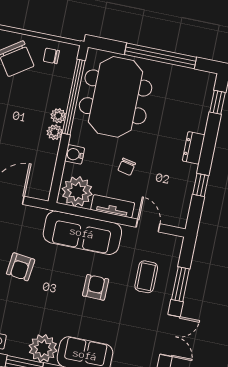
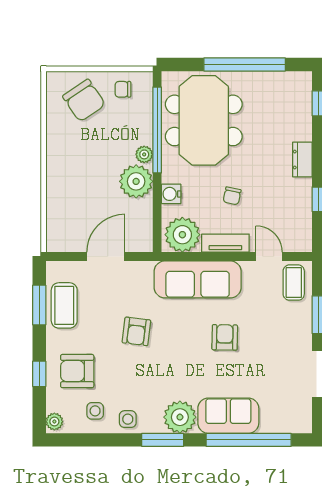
plant: (55, 132) -> (136, 181), width x1.87, depth x1.87
coffee table: (146, 277) -> (294, 283), moved

